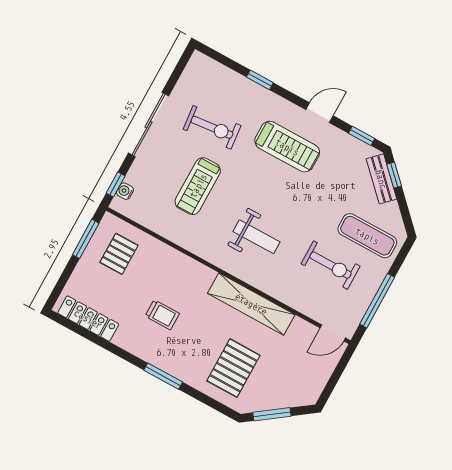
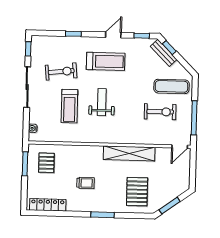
window: (116, 184) -> (28, 49), moved
weight bench: (257, 237) -> (102, 102), moved, turned -90

